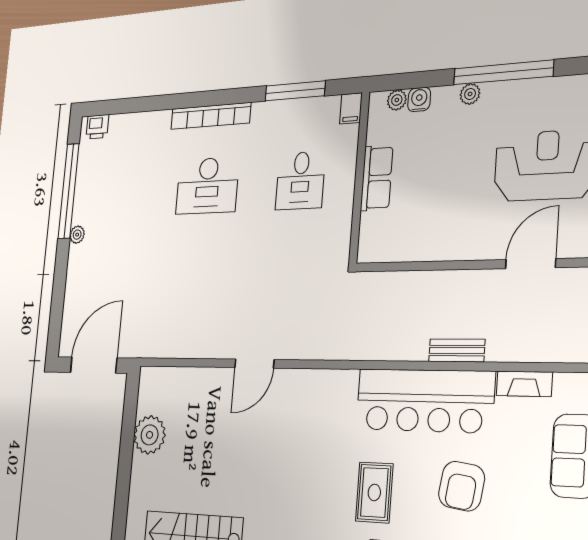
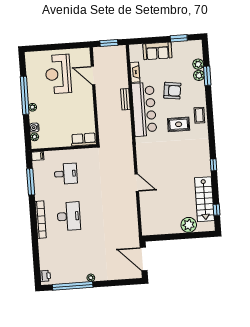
row of seats: (377, 178) -> (84, 139), moved
plant: (150, 435) -> (189, 225), moved

